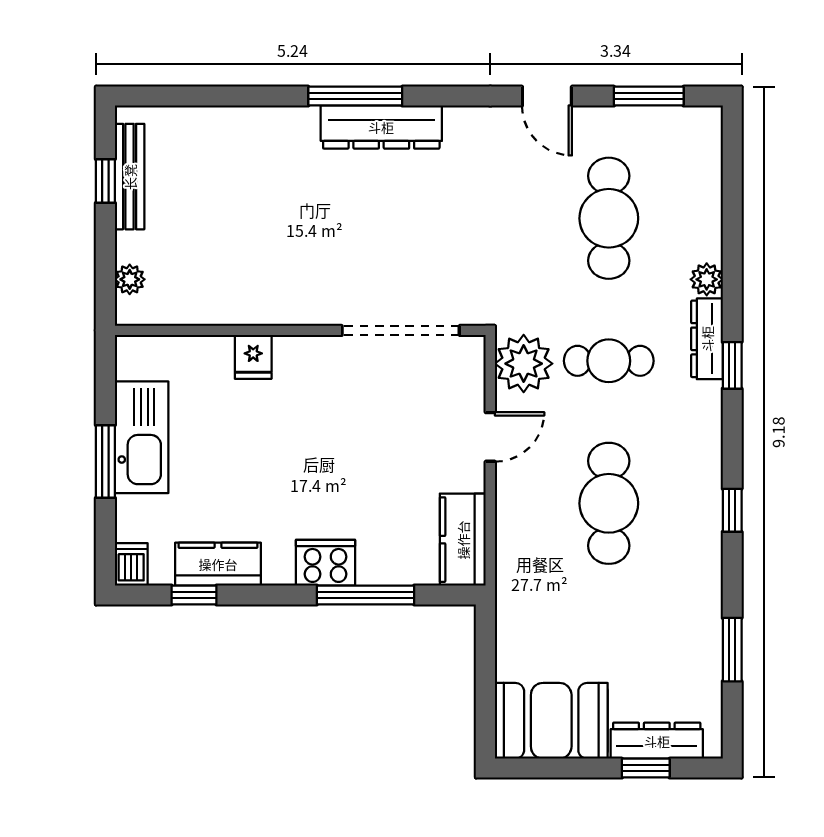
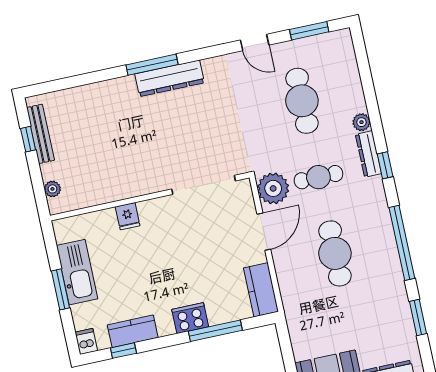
door: (490, 437) -> (264, 232), width x1.38
window: (732, 510) -> (402, 243), width x3.17

